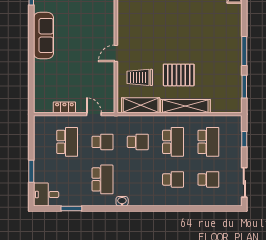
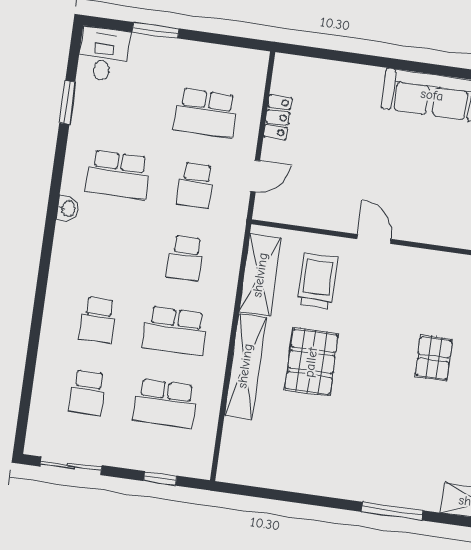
pallet: (169, 17) -> (434, 358), added
window: (244, 51) -> (392, 511), moved
window: (244, 87) -> (268, 494), removed

